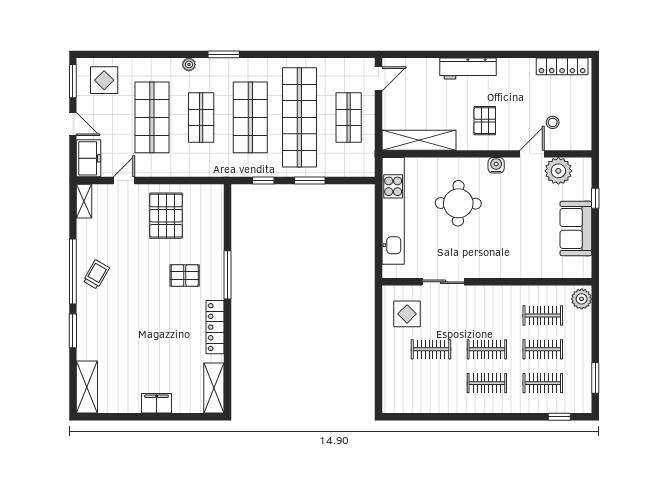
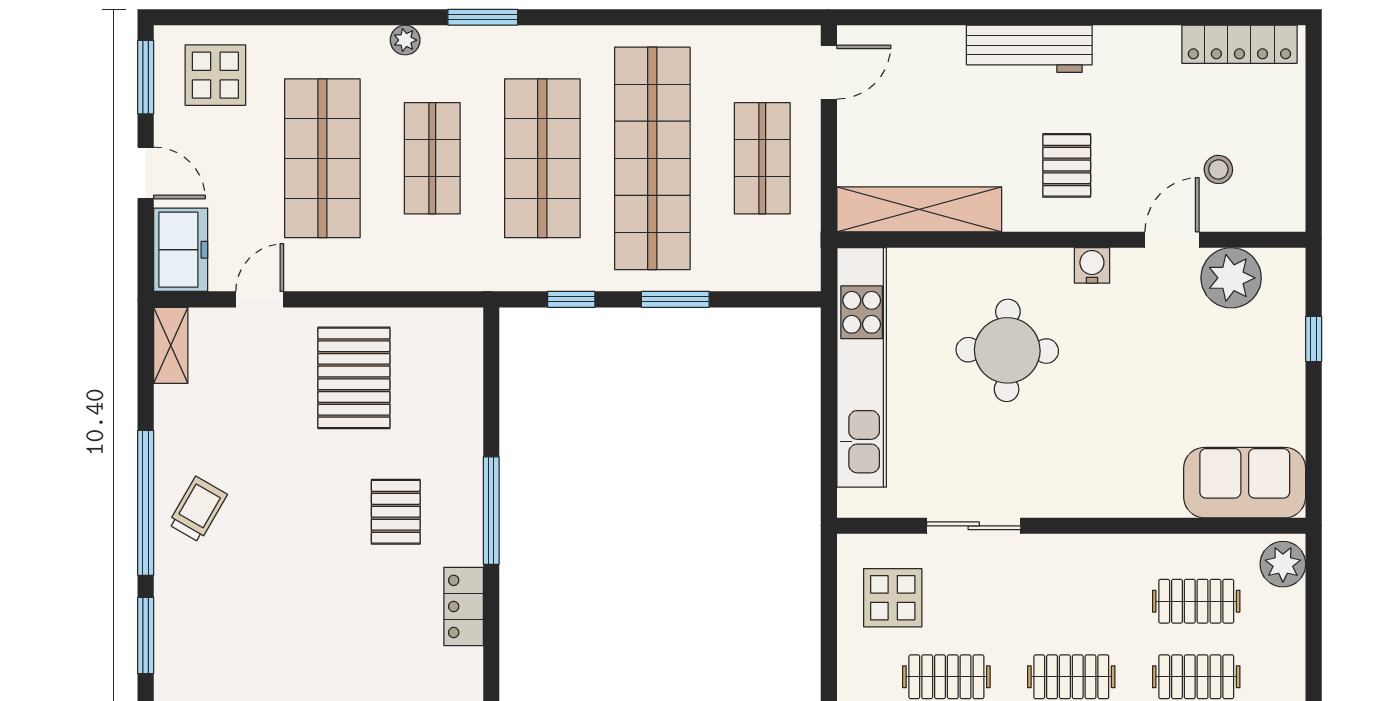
sofa: (576, 228) -> (1245, 483), moved, turned 90
pallet: (185, 276) -> (396, 512), turned 90
locker: (215, 327) -> (464, 606), width x0.66

